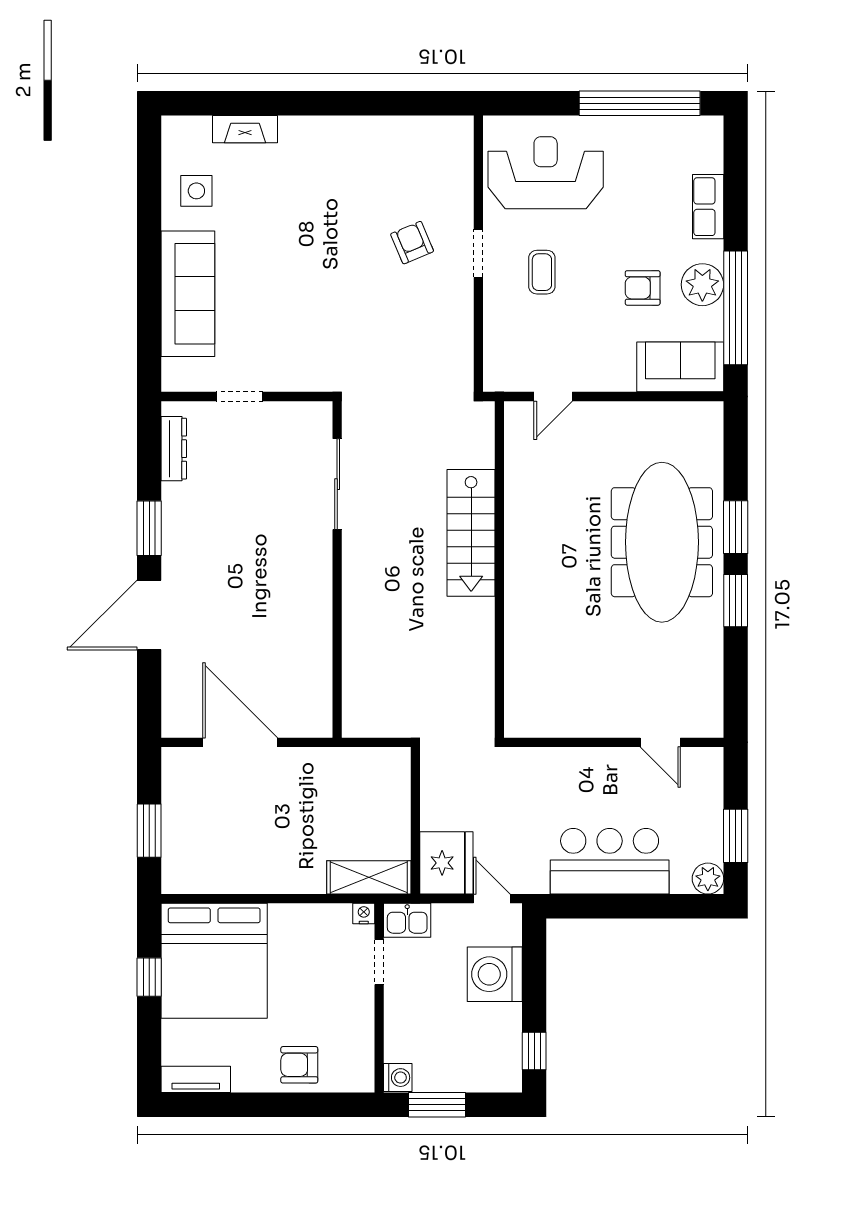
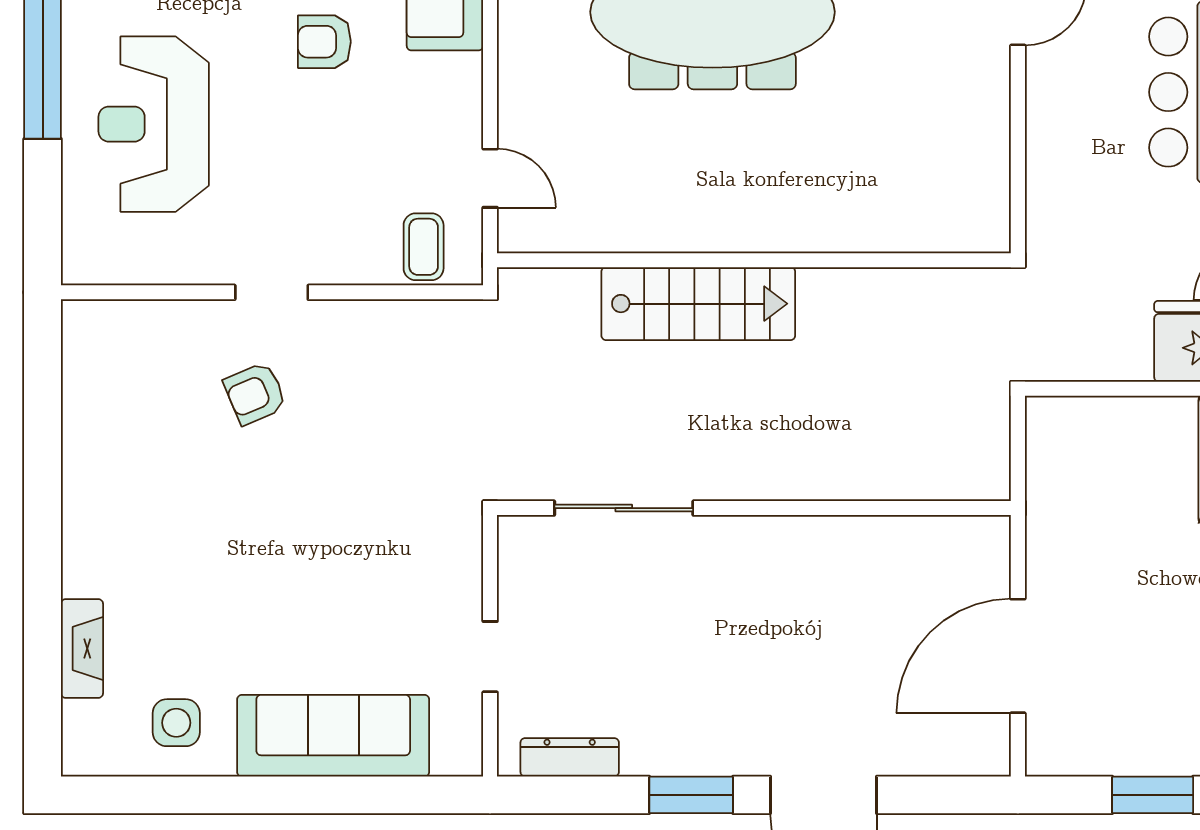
reception desk: (546, 173) -> (154, 124), moved
coffee table: (542, 272) -> (424, 247), moved, turned 90
armchair: (643, 288) -> (324, 42), turned 90

